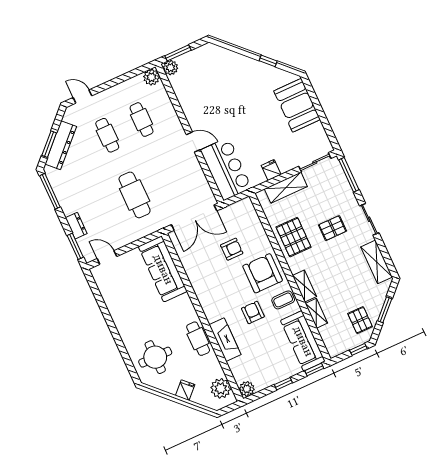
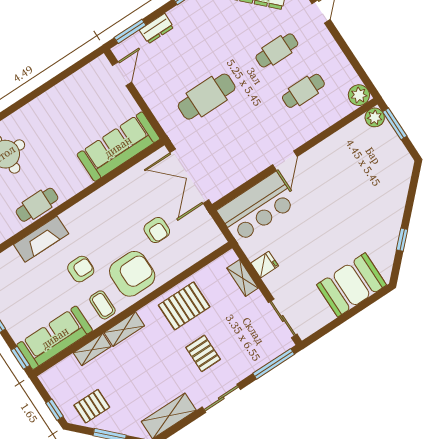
shelving: (286, 188) -> (243, 278), width x0.67, depth x0.75

